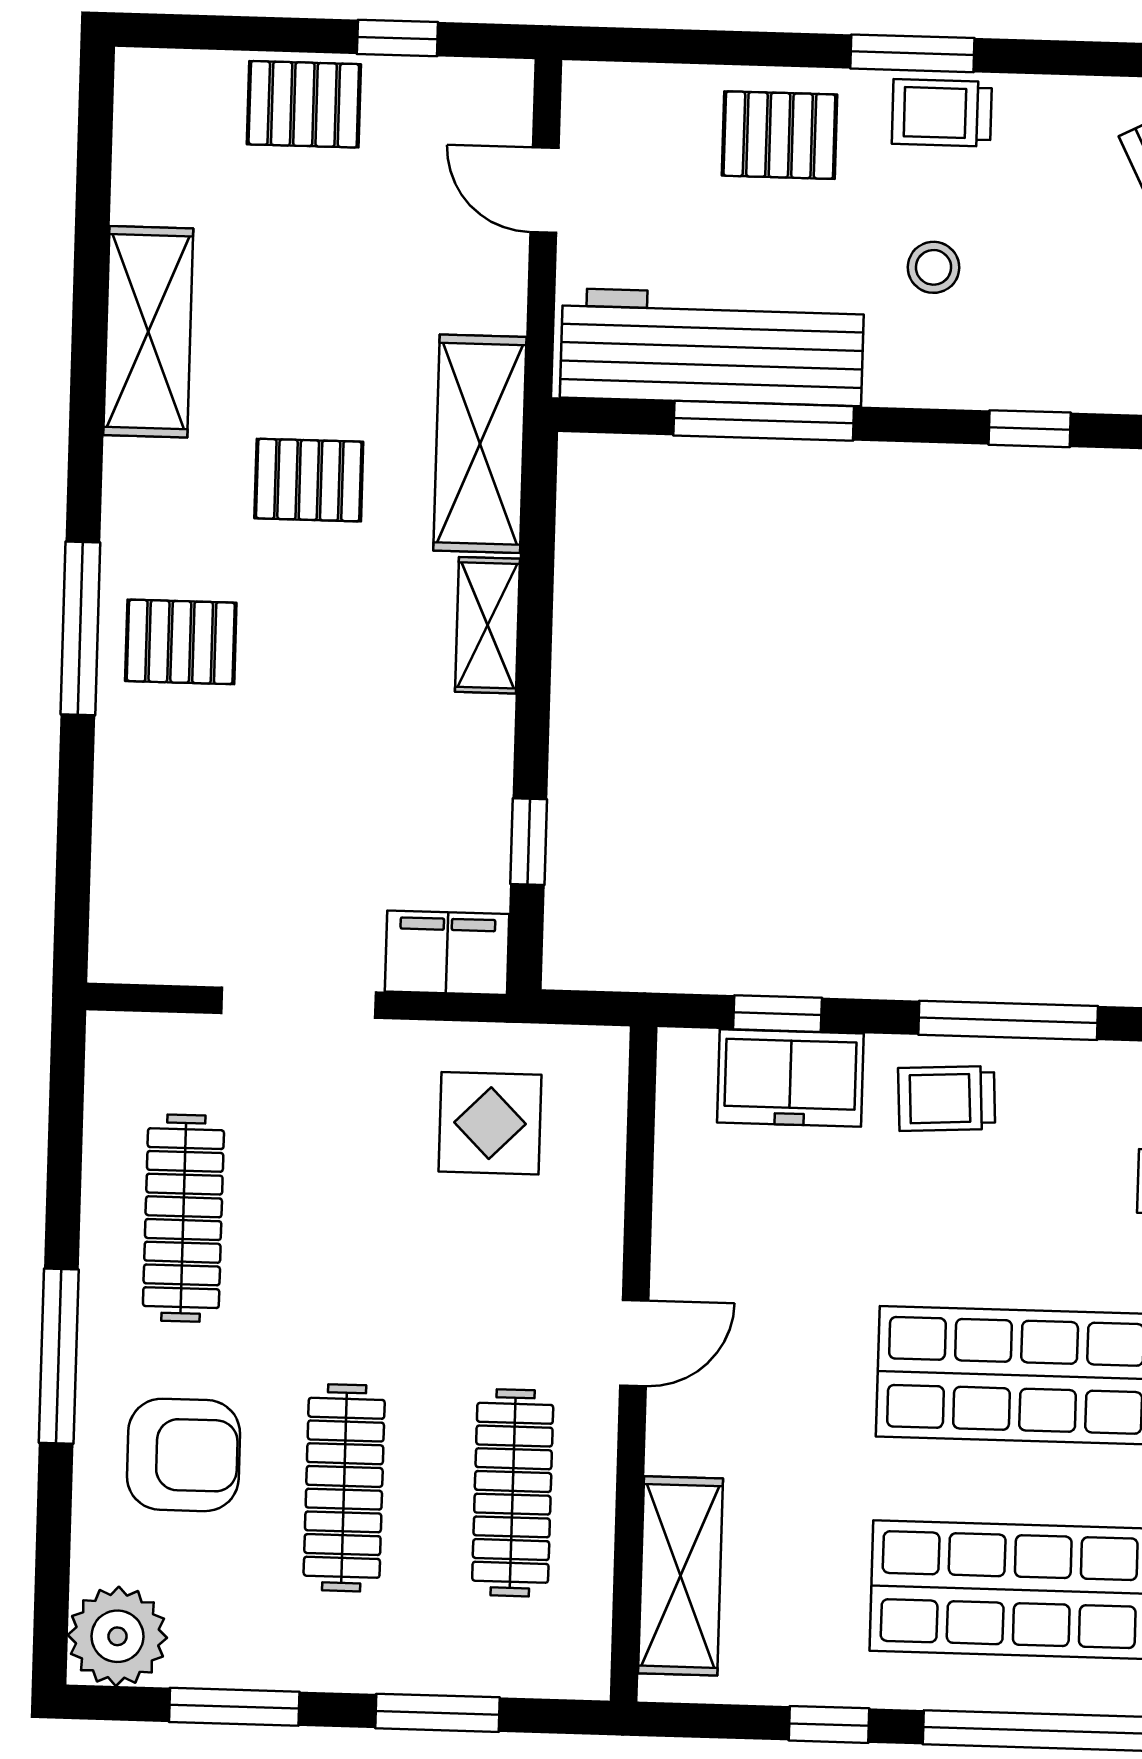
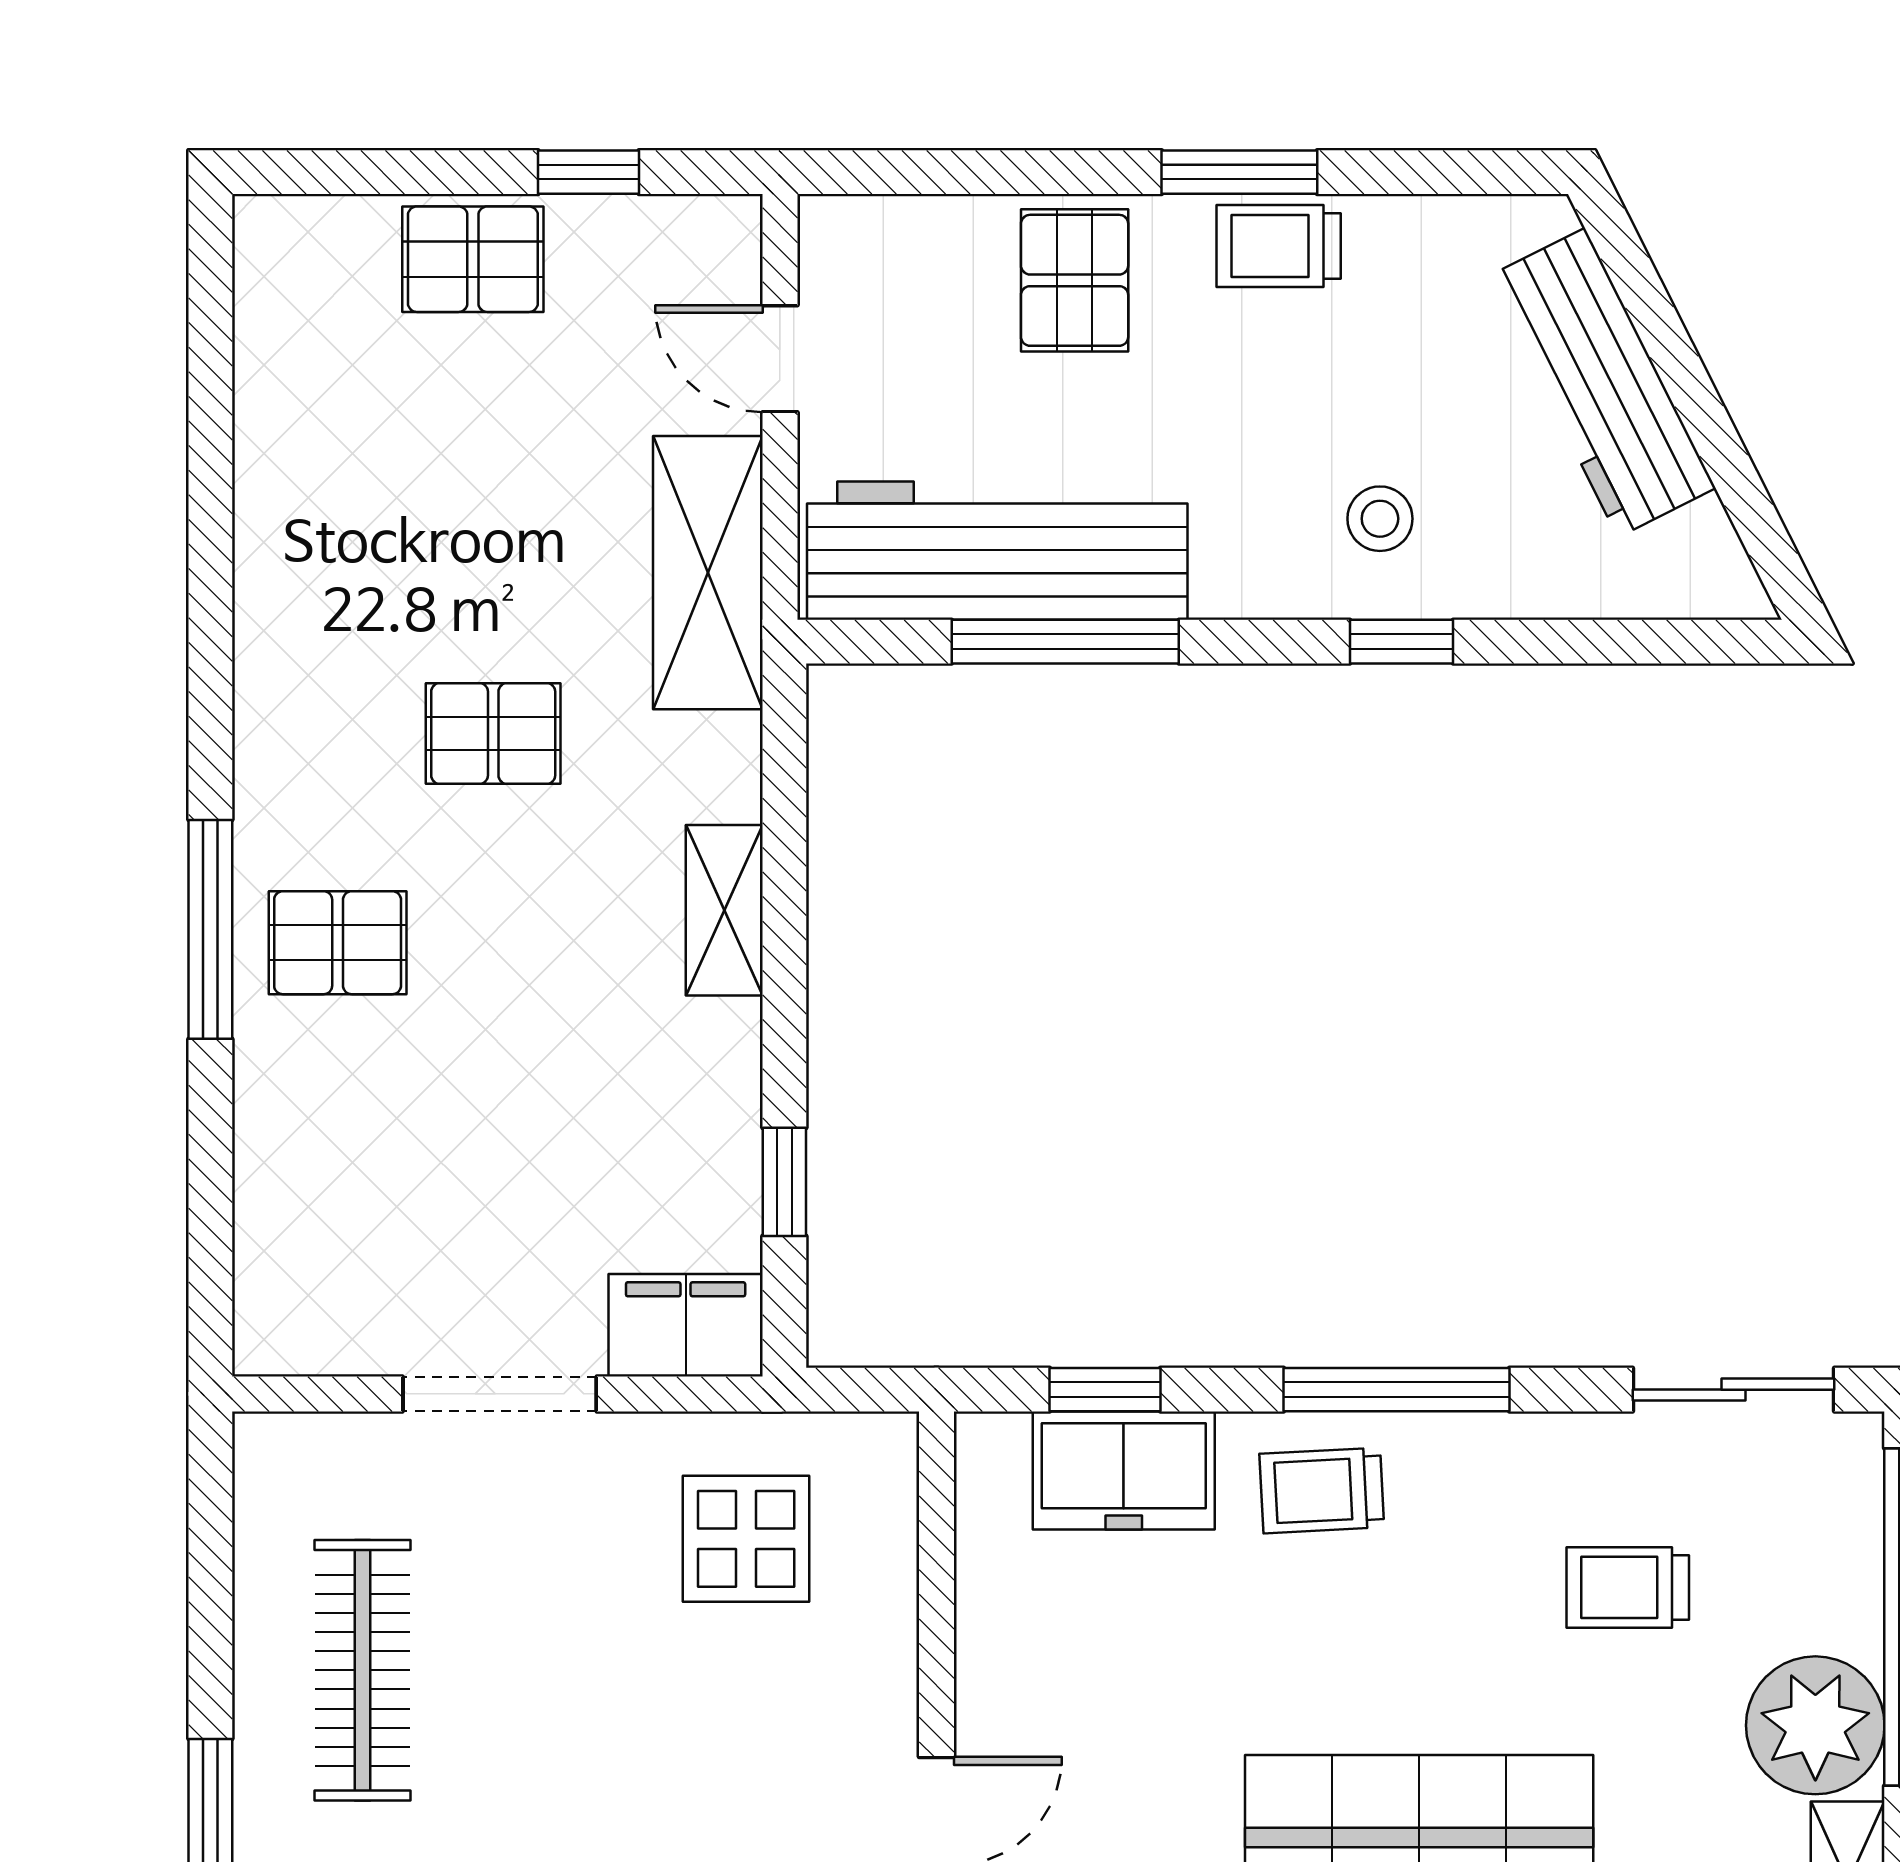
pallet: (779, 135) -> (1075, 280), turned 90
stool: (934, 267) -> (1380, 519), moved
shelving: (148, 332) -> (285, 552), removed
shelving: (480, 444) -> (708, 573), moved

